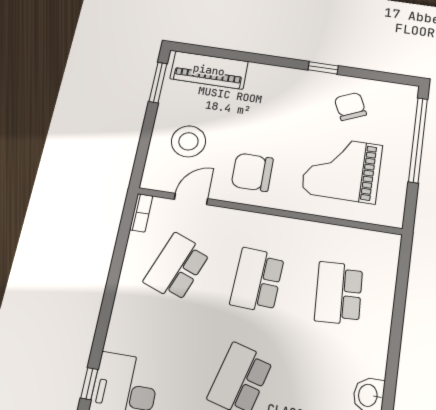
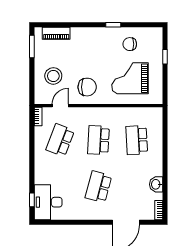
piano: (209, 70) -> (56, 33), width x0.73, depth x0.75
chair: (350, 106) -> (130, 44), turned -66
window: (418, 140) -> (165, 57), width x0.32
chair: (252, 172) -> (87, 87), turned 180

